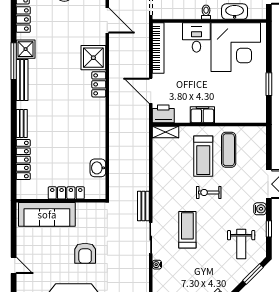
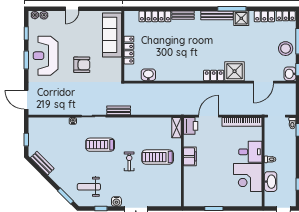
corner desk: (236, 47) -> (248, 177), width x0.74, depth x0.74
exercise mat: (229, 150) -> (163, 177), removed
treadmill: (187, 230) -> (100, 145), turned 180
armchair: (85, 253) -> (82, 65), turned 180

